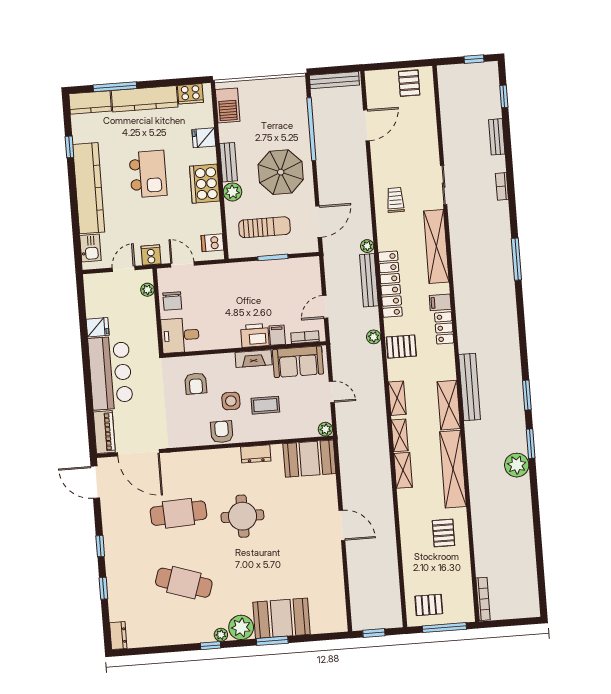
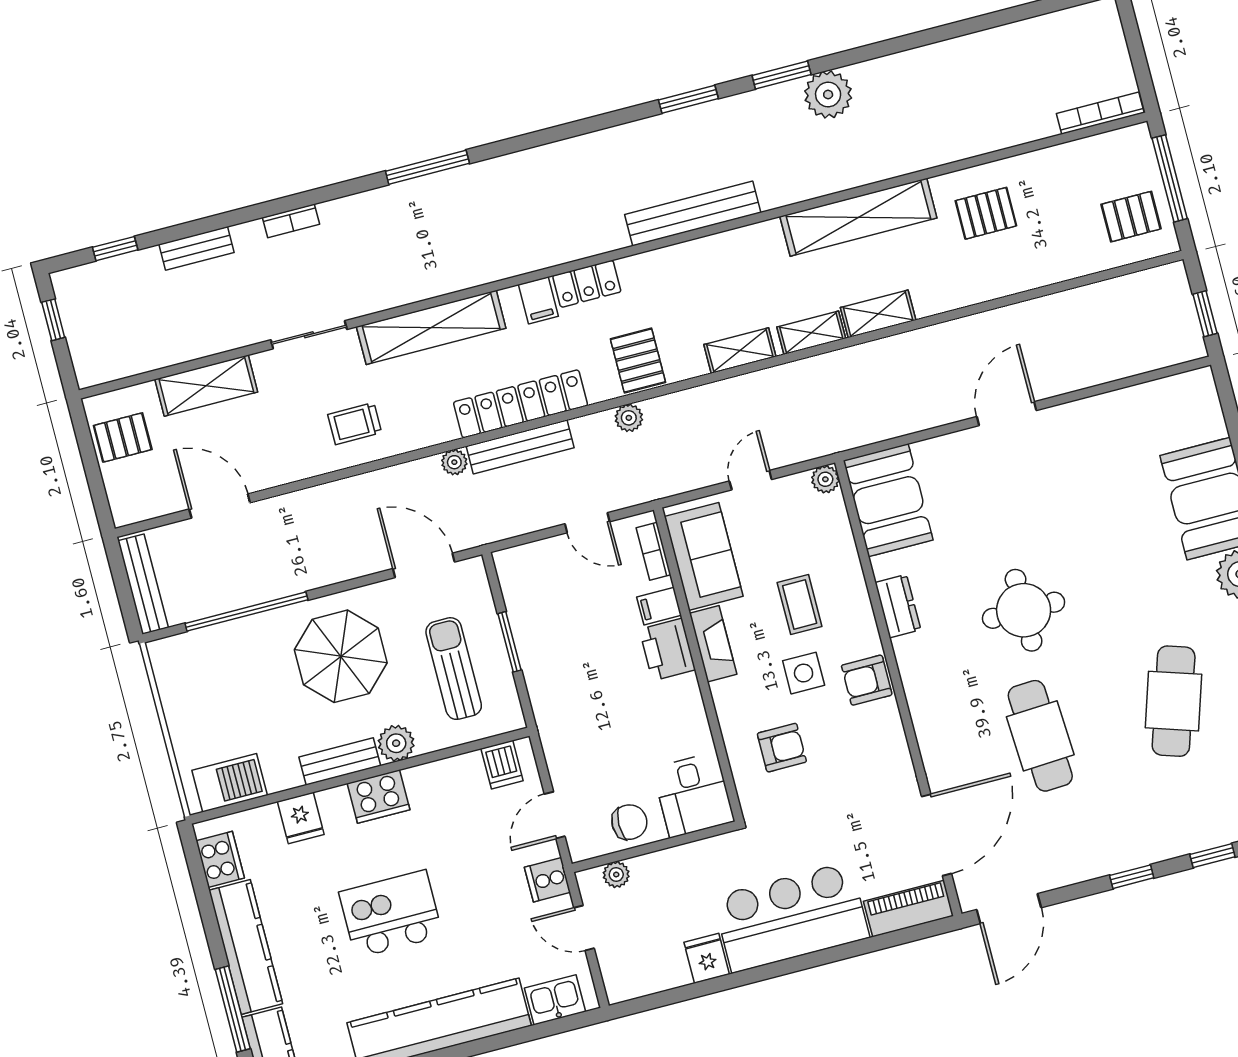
cooker: (205, 184) -> (378, 796), width x0.73, depth x0.76
shelving: (449, 405) -> (206, 386), moved
pallet: (429, 605) -> (1131, 217), turned 90

